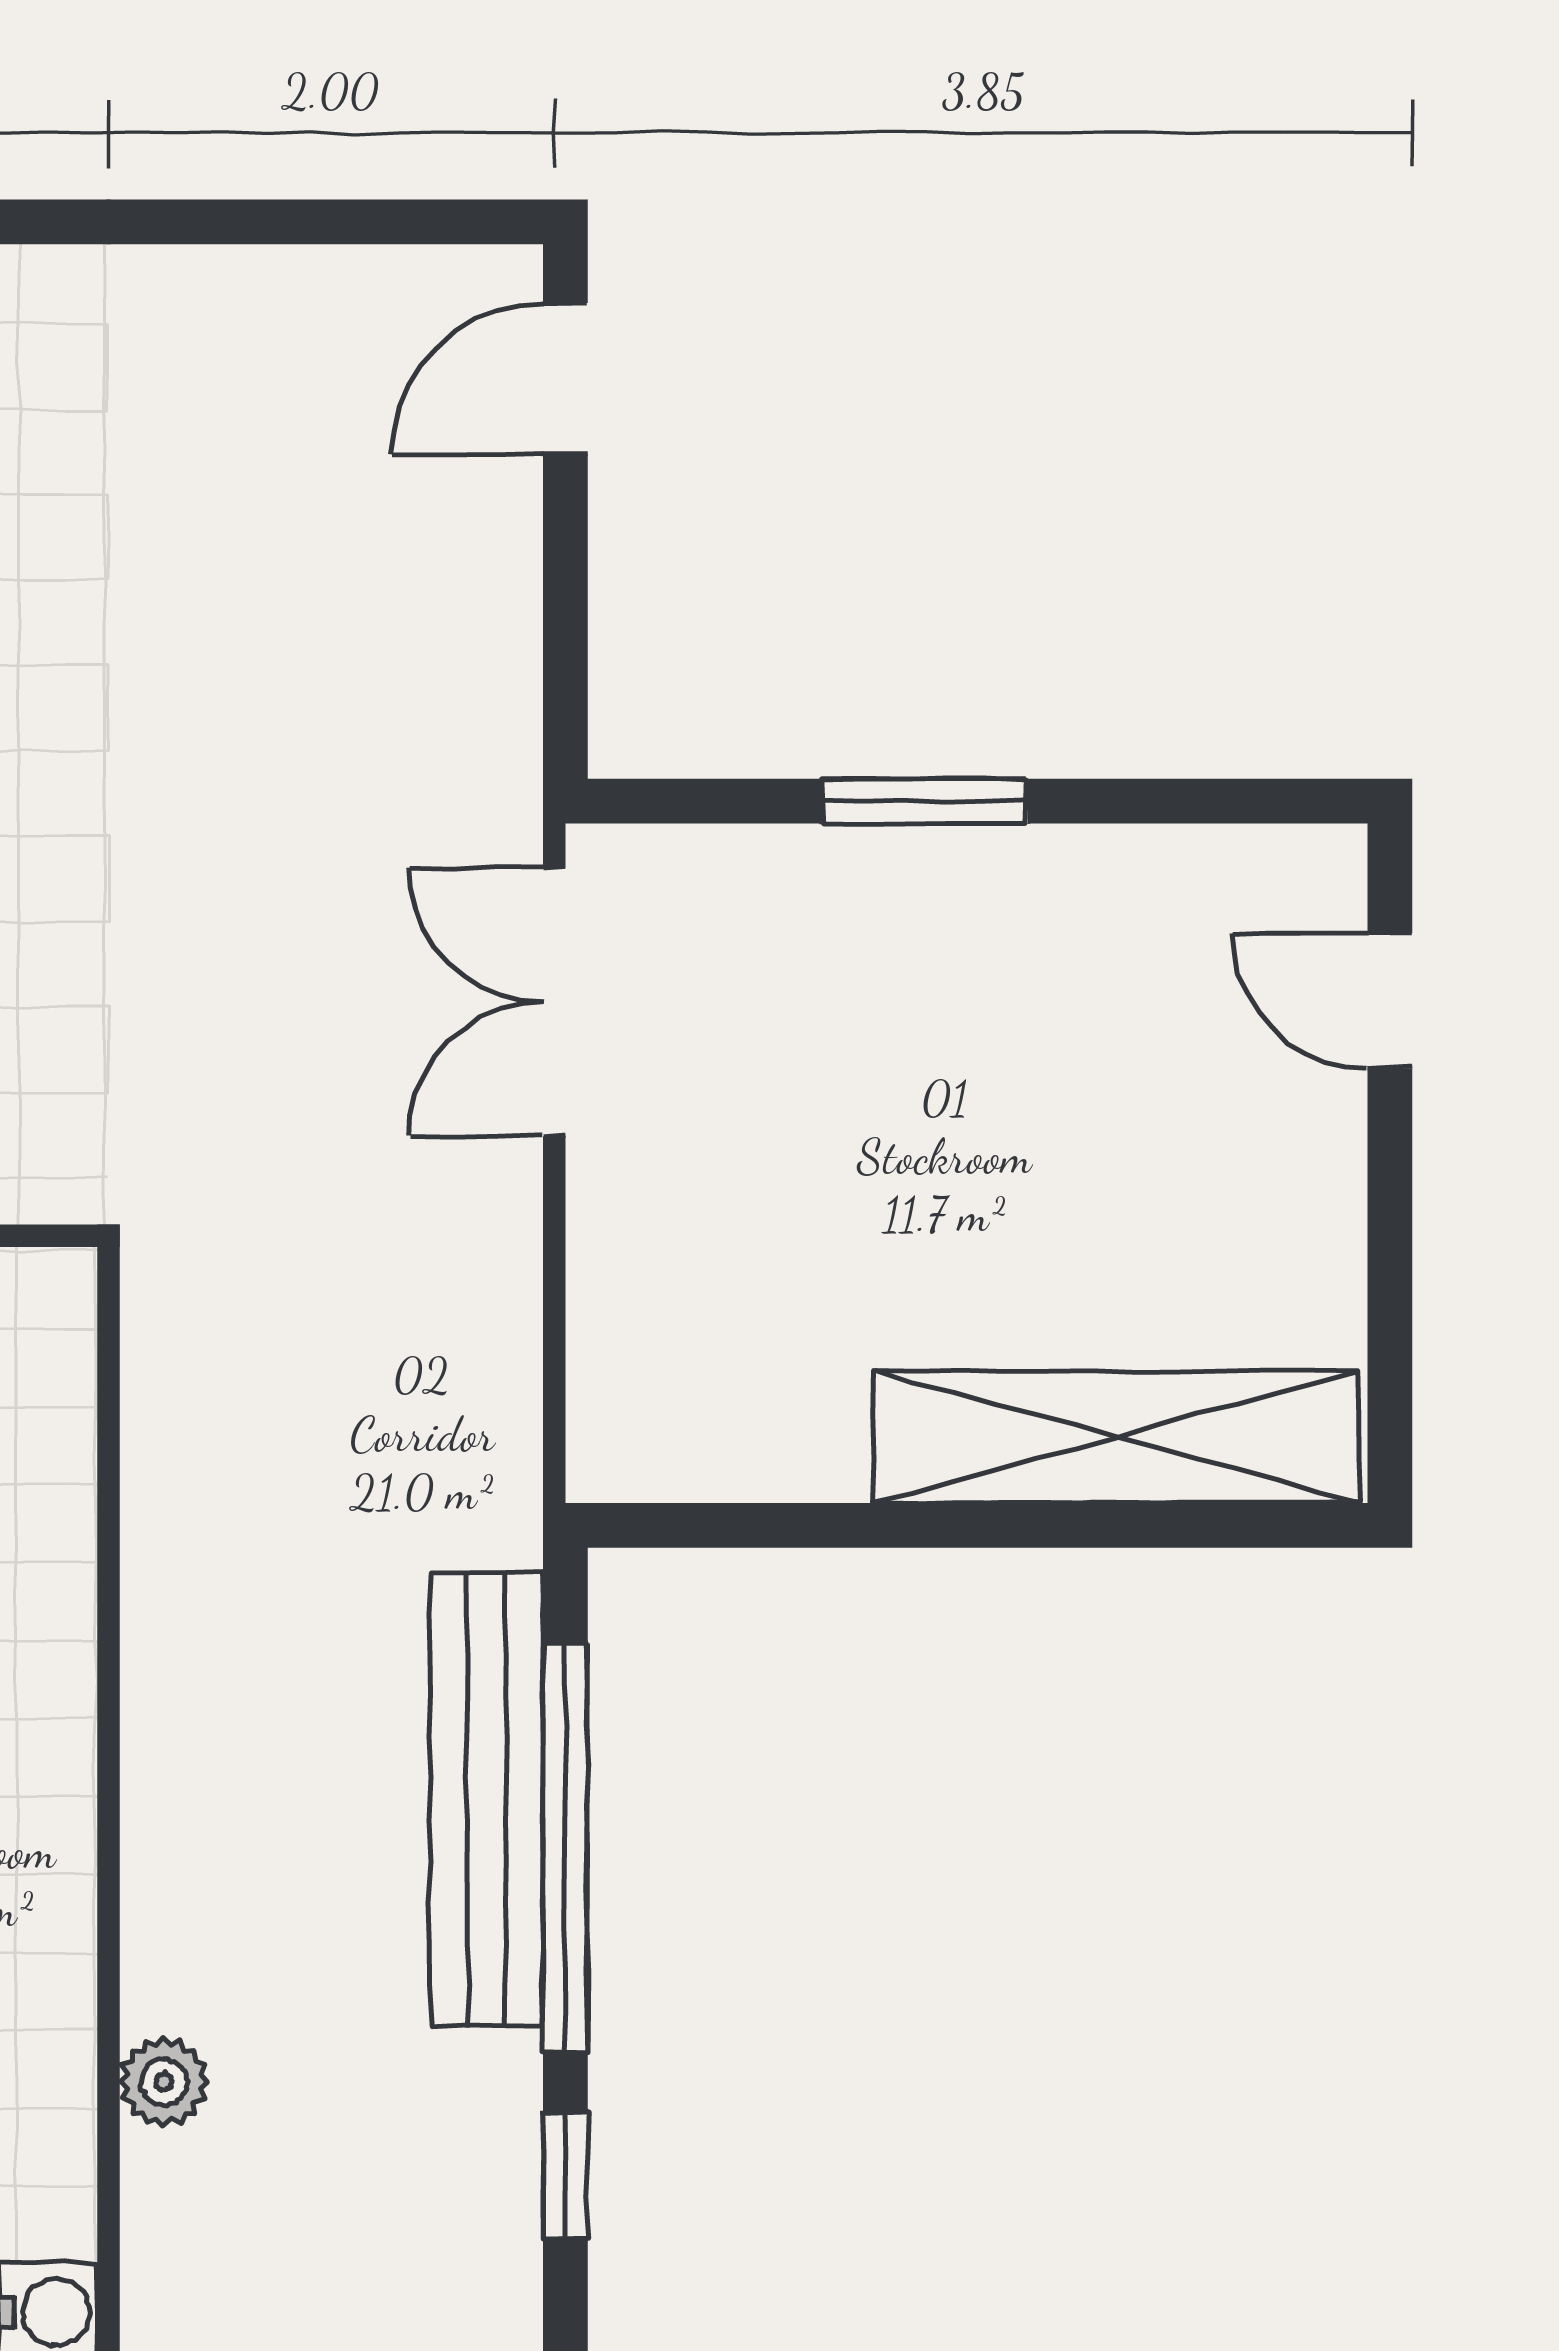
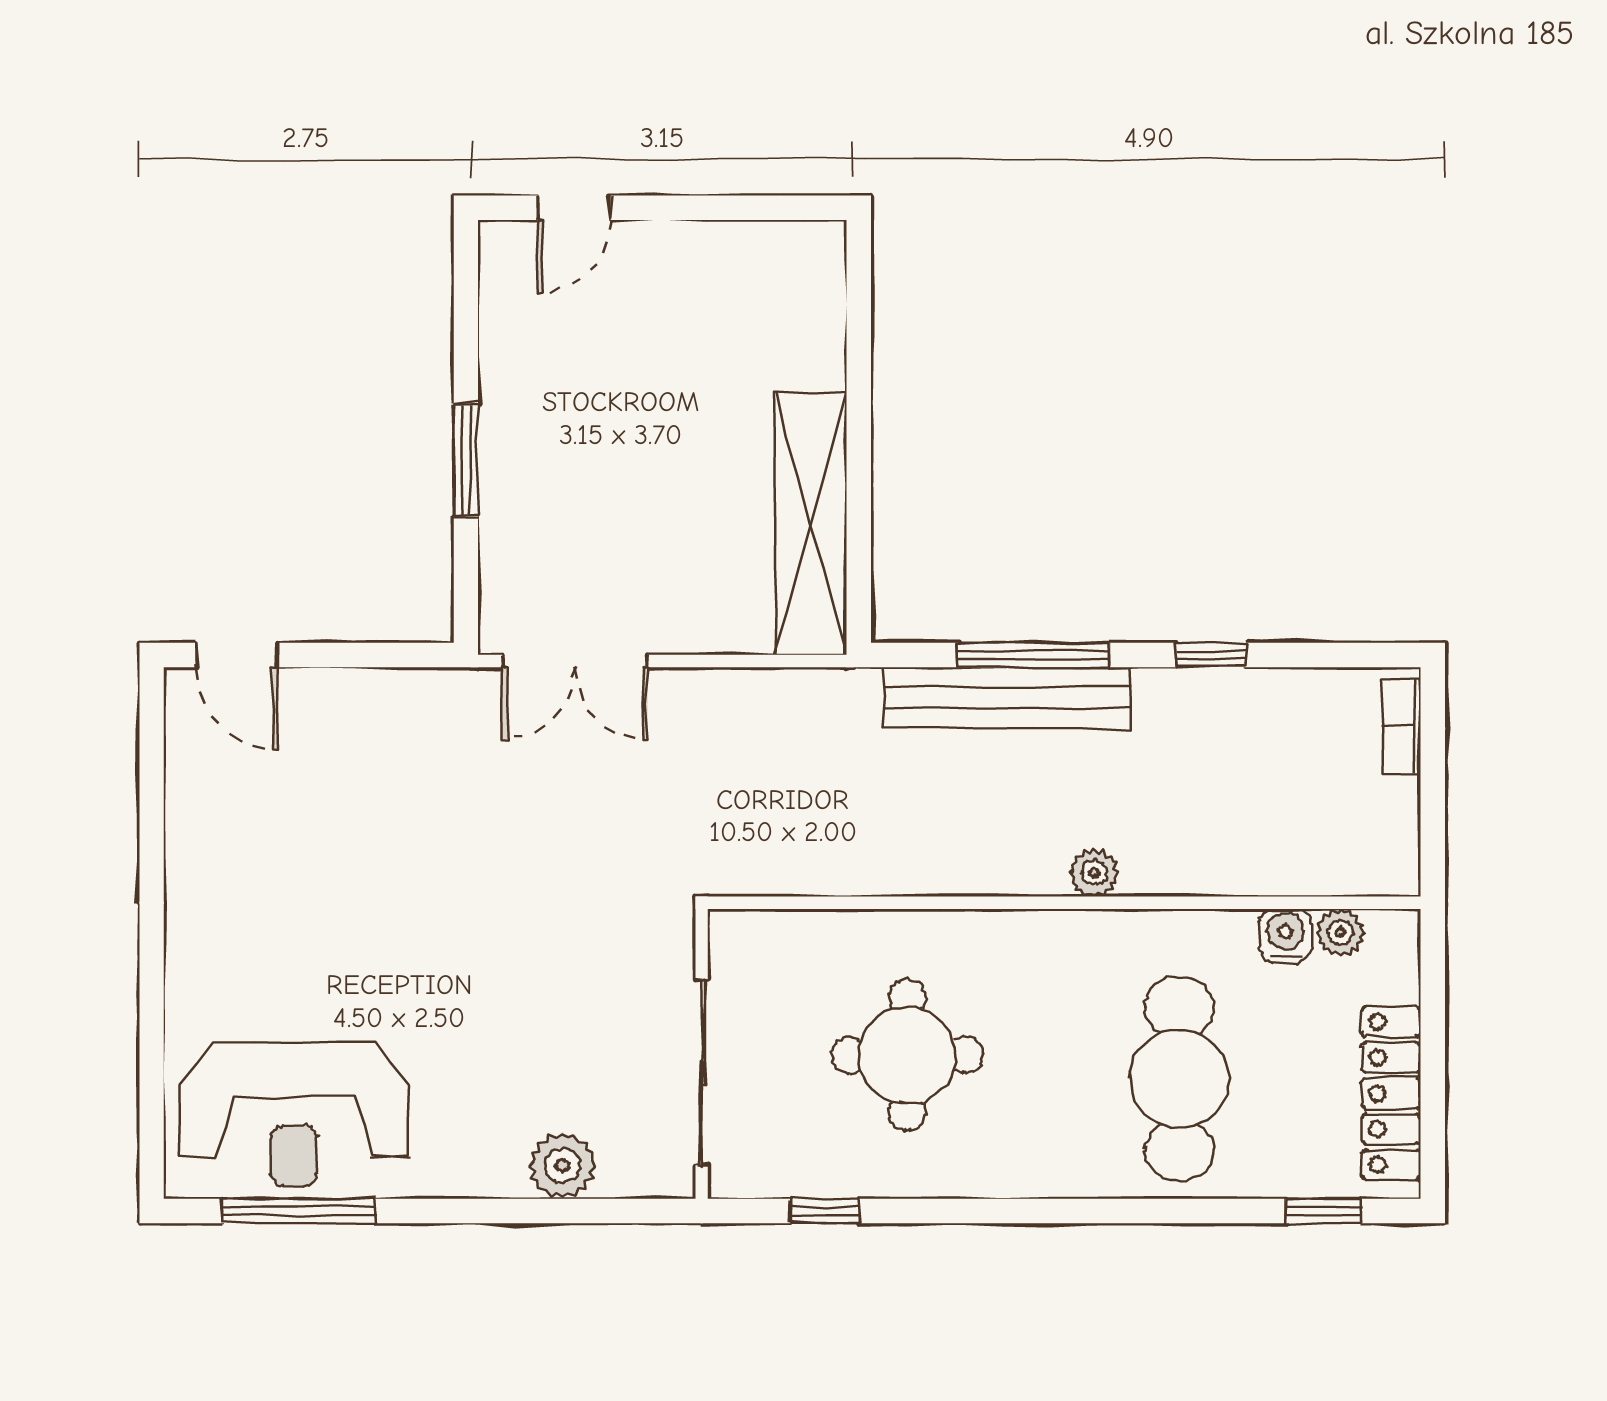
shelving: (1116, 1437) -> (811, 523), moved
window: (565, 1848) -> (1034, 655), width x0.68
plant: (164, 2082) -> (1094, 873), moved

